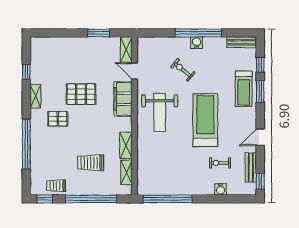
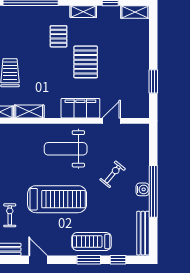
bench: (241, 42) -> (143, 233), width x1.36
shelving: (126, 50) -> (135, 12), moved

